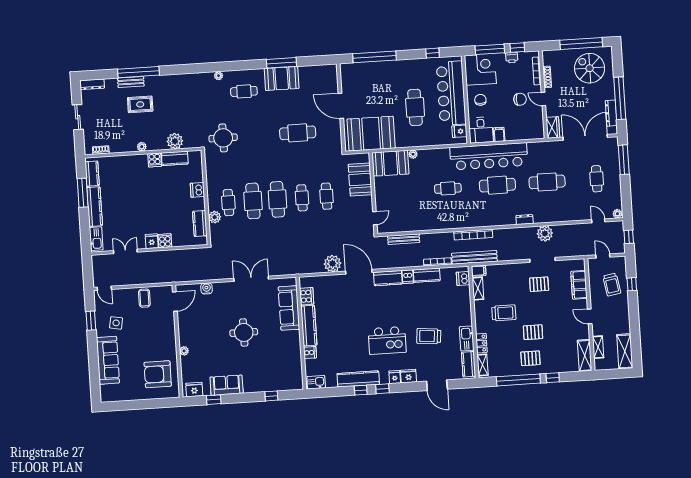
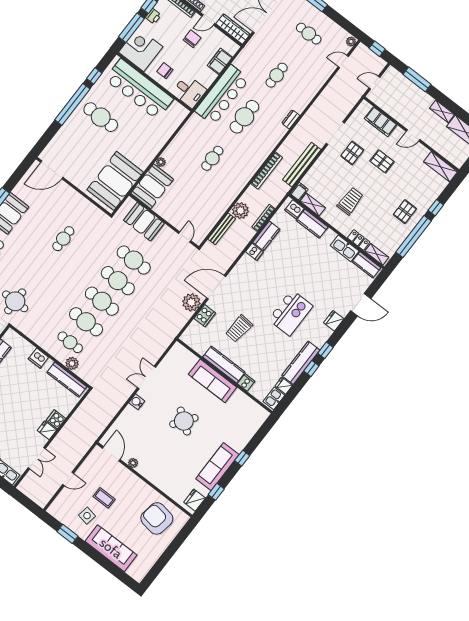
window: (375, 57) -> (72, 104), moved
door: (341, 106) -> (52, 170), moved
cafe table: (415, 107) -> (101, 117), moved
wardrobe: (553, 127) -> (233, 29), width x1.50
fridge: (459, 131) -> (175, 109), removed
cafe table: (298, 133) -> (63, 239), width x0.73, depth x0.74
filing cabinet: (499, 134) -> (220, 61), moved, width x2.00
bar counter: (489, 156) -> (222, 95), width x0.73
cafe table: (547, 182) -> (277, 75), width x0.73, depth x0.74
cafe table: (327, 196) -> (134, 260), width x1.37, depth x1.35
cafe table: (302, 198) -> (118, 281), width x1.37, depth x1.35
kitchen counter: (200, 224) -> (67, 380), width x1.50
plant: (545, 233) -> (240, 211), moved
double door: (125, 251) -> (37, 458), swing flipped
bench: (474, 257) -> (302, 165), moved
kitchen counter: (388, 278) -> (312, 224), moved, turned 90
double door: (251, 279) -> (146, 378), width x0.73
window: (632, 284) -> (417, 79), width x2.17
trolley: (612, 285) -> (403, 96), removed
door: (104, 288) -> (68, 479), moved
water cooler: (207, 288) -> (137, 402), moved
cooker: (307, 296) -> (205, 316), moved, turned 90
coffee table: (144, 298) -> (104, 498), moved
sofa: (289, 308) -> (213, 381), moved
round table: (244, 332) -> (184, 421), turned 36
pallet: (533, 332) -> (382, 161), moved, turned 90
trolley: (429, 336) -> (239, 329), moved
shelving: (598, 347) -> (442, 111), moved
plant: (184, 351) -> (133, 463), moved
armchair: (158, 374) -> (157, 518), turned 99
fridge: (395, 377) -> (284, 386), moved
sofa: (227, 385) -> (217, 467), width x1.36
window: (271, 396) -> (242, 458), moved

